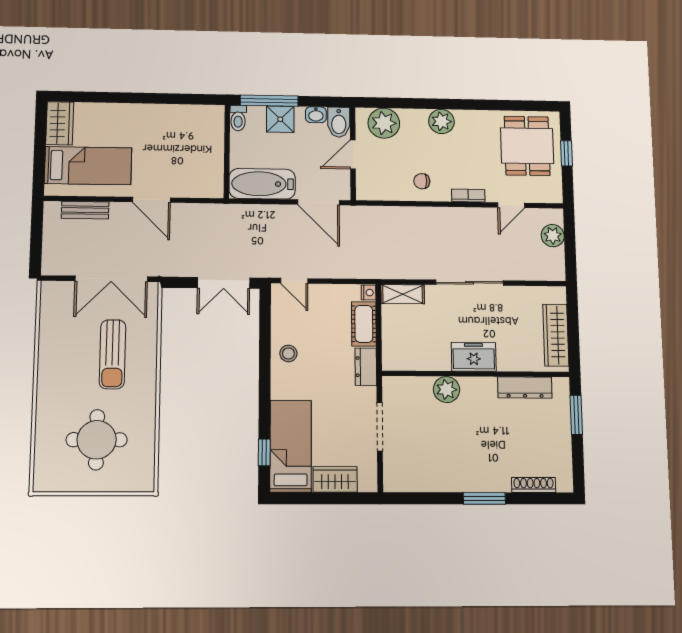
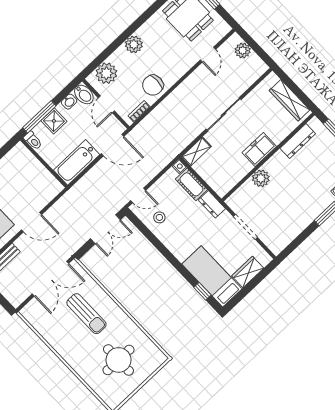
chair: (422, 181) -> (153, 85), width x1.87, depth x1.87
bookcase: (468, 196) -> (139, 111), moved
stool: (288, 353) -> (159, 217), moved

